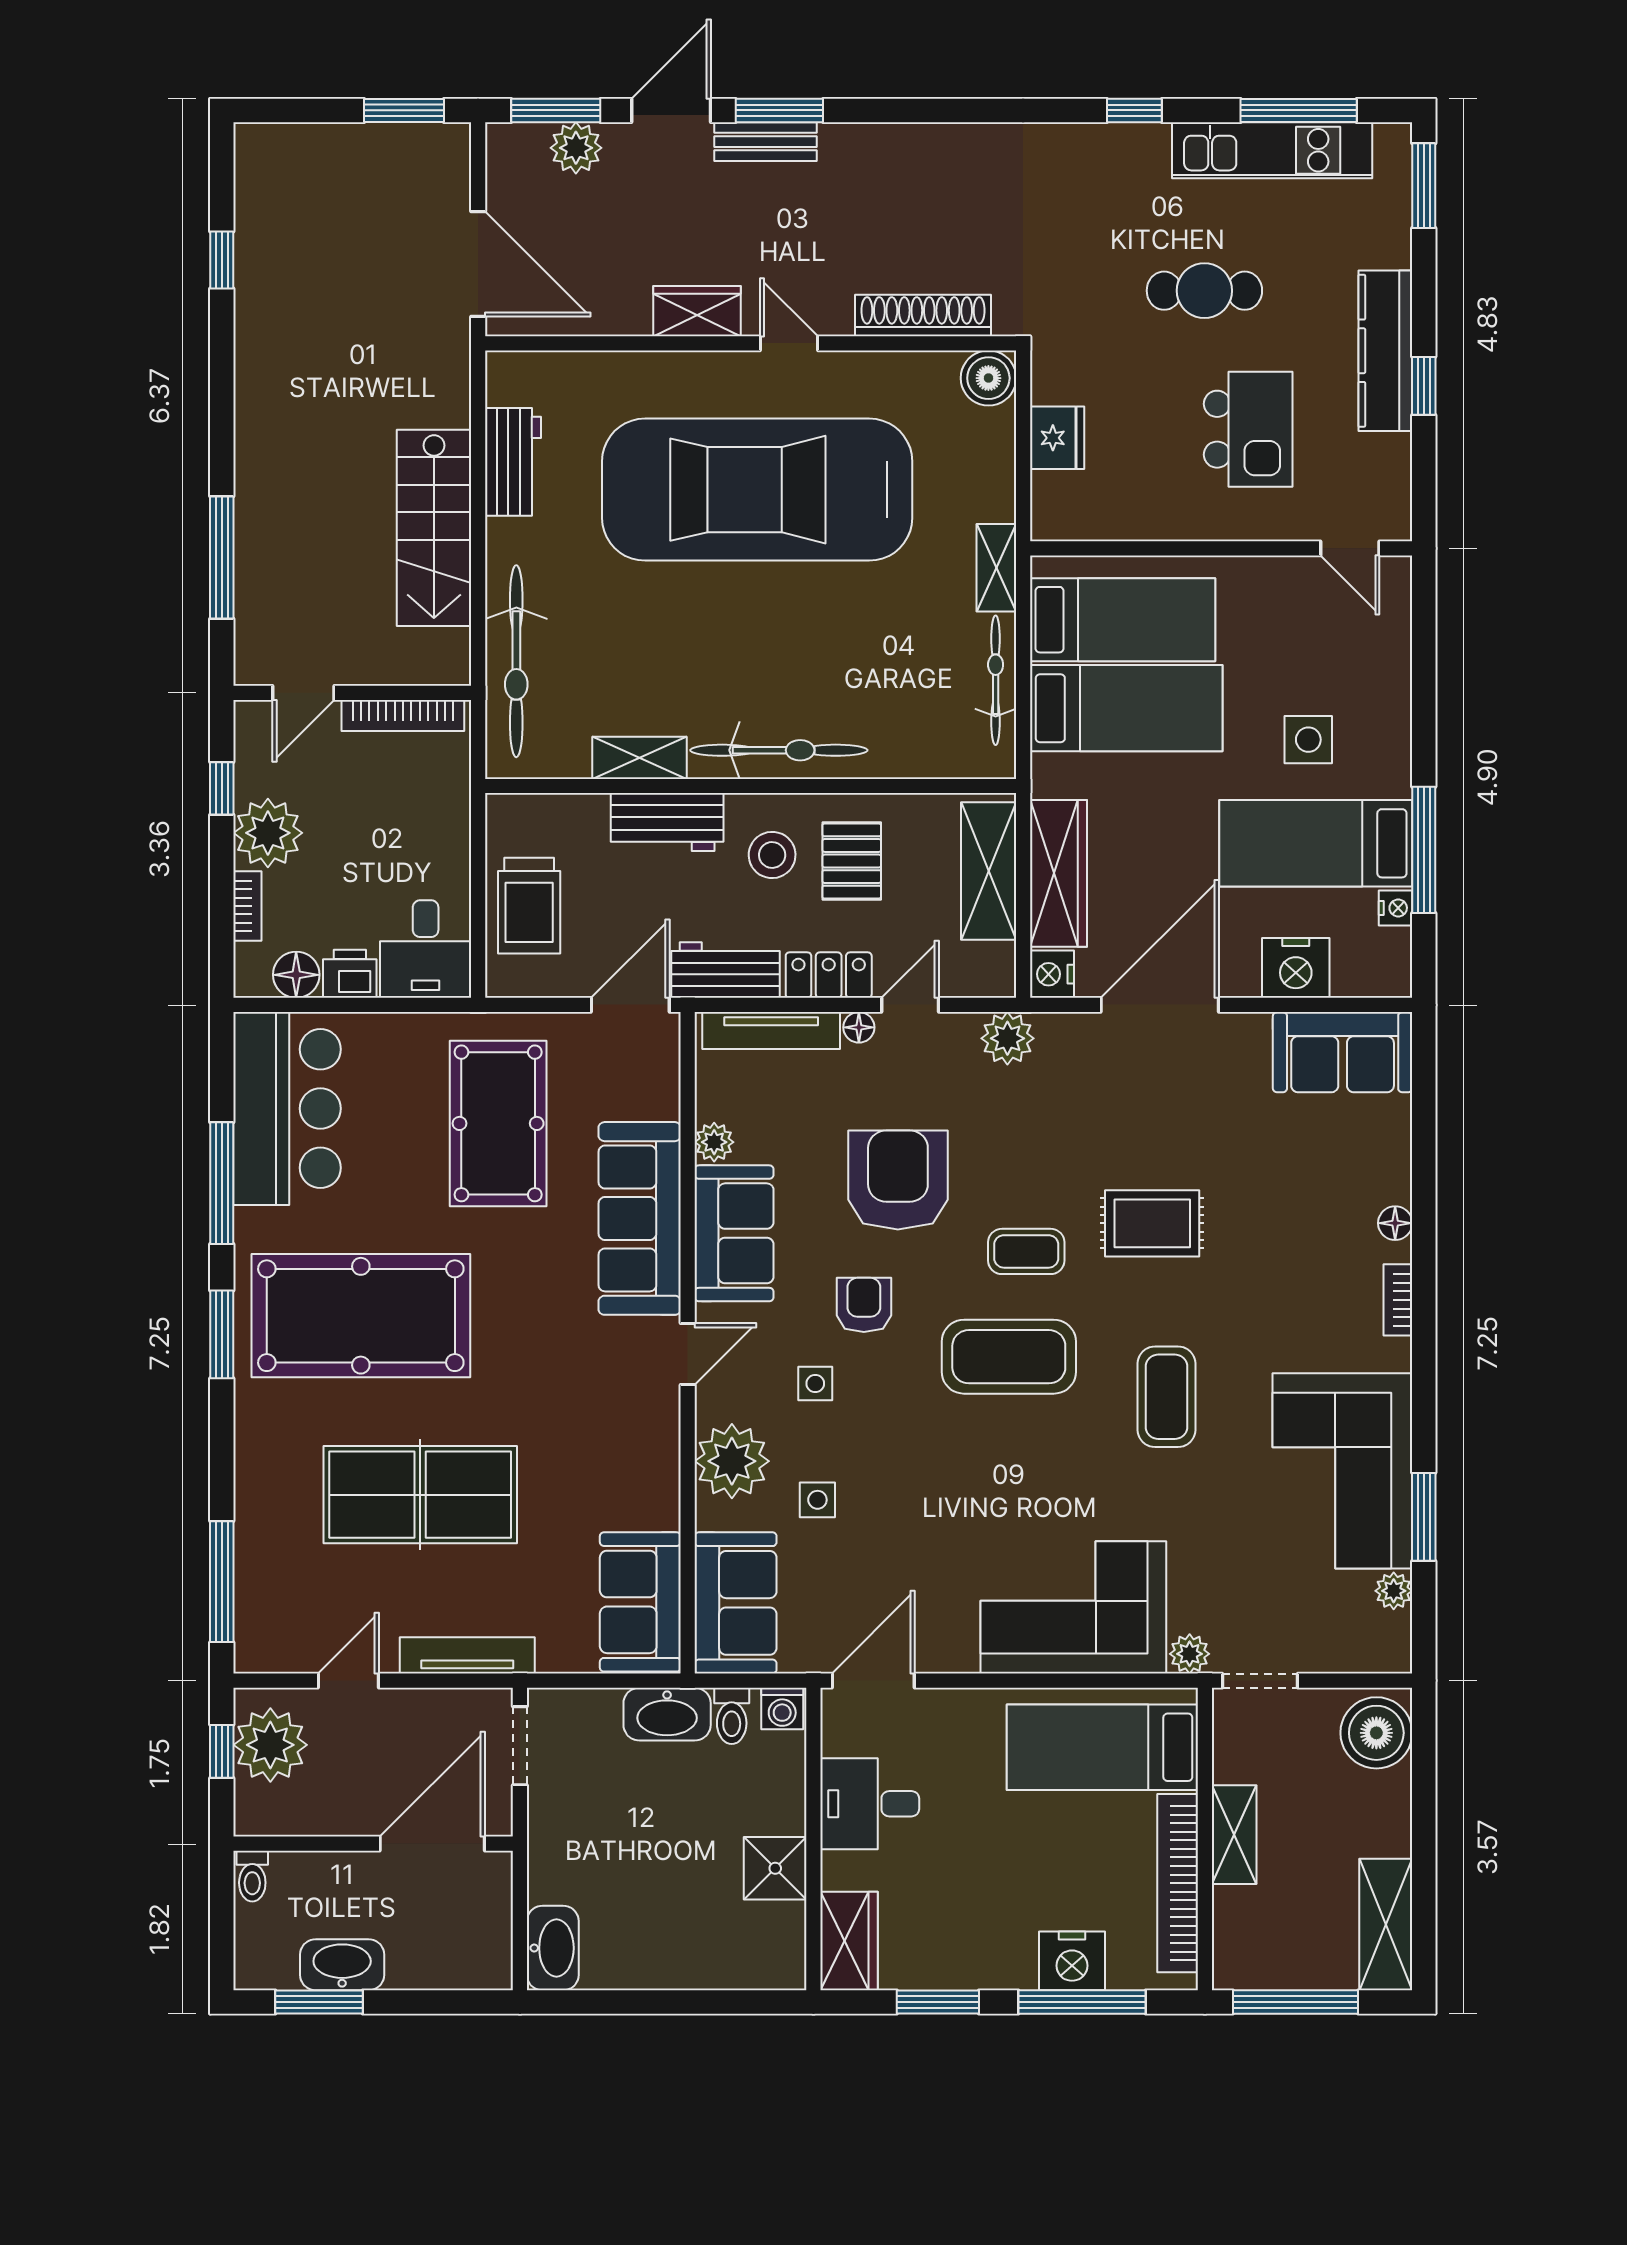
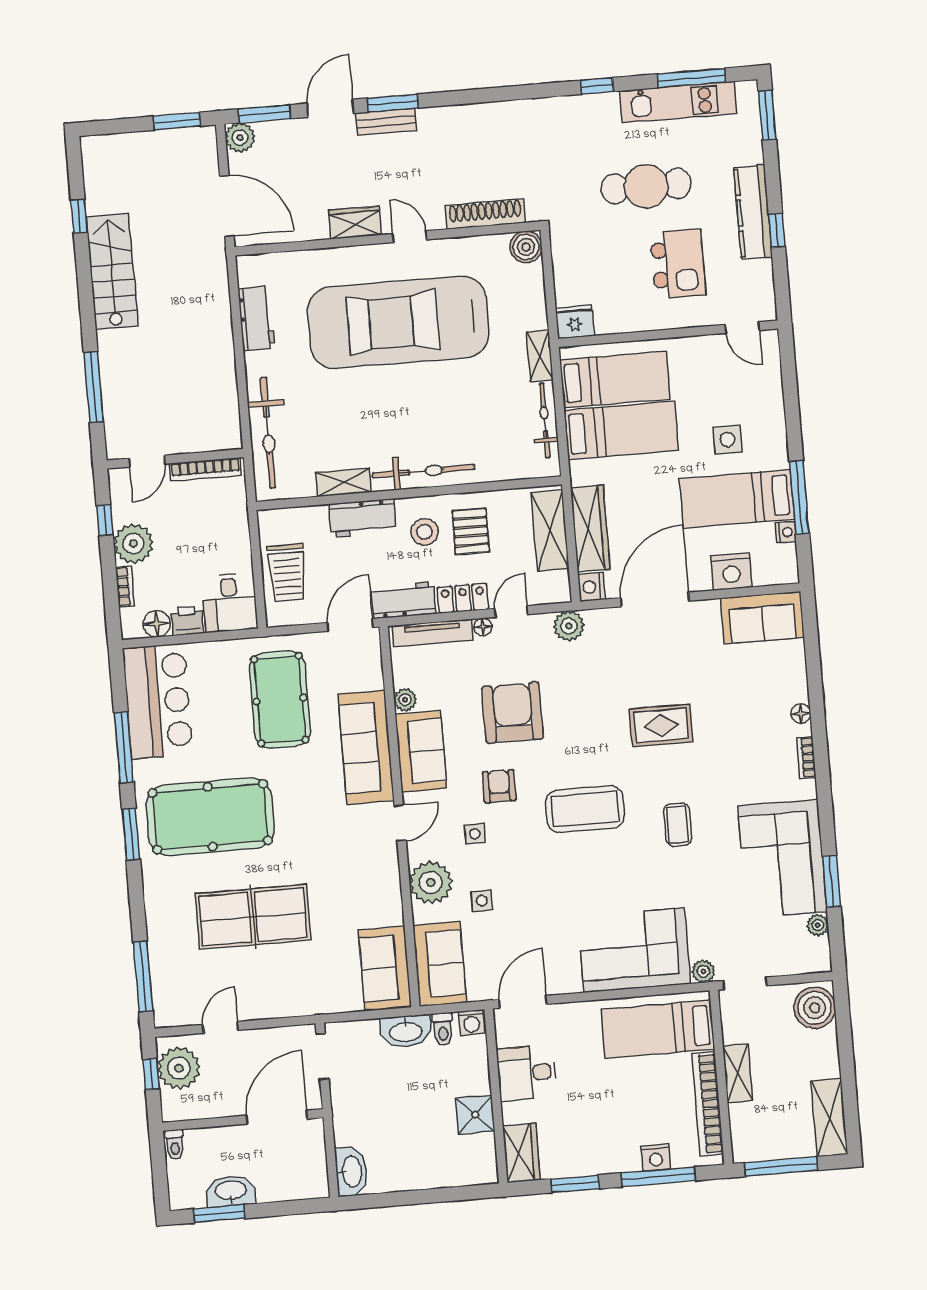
plant: (576, 148) -> (240, 138), moved
cafe table: (1204, 291) -> (646, 186), width x1.37, depth x1.35
fridge: (1057, 438) -> (575, 322), moved, turned -90
stairs: (434, 528) -> (112, 272), moved, turned 180
coffee table: (1026, 1251) -> (590, 748), removed
coffee table: (1166, 1397) -> (678, 824), width x0.73, depth x0.77
tv unit: (467, 1655) -> (288, 1007), removed
nightstand: (1072, 1961) -> (656, 1157), width x0.74, depth x0.75

